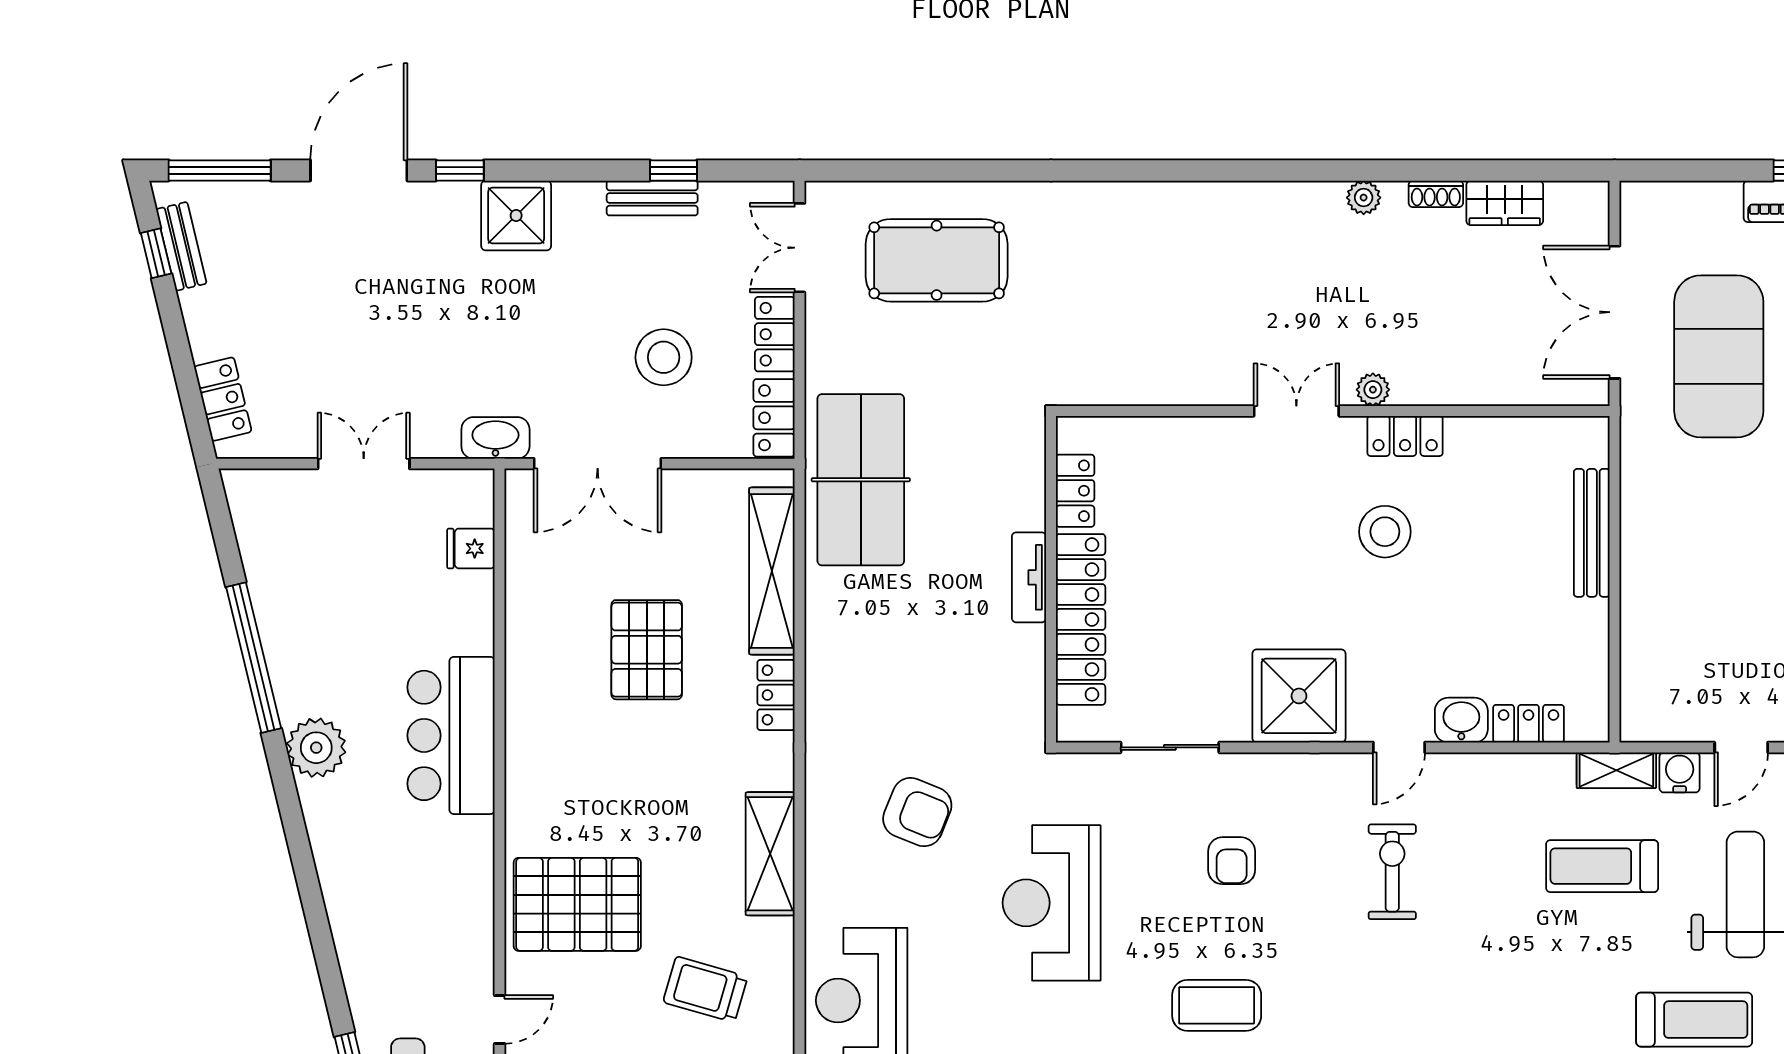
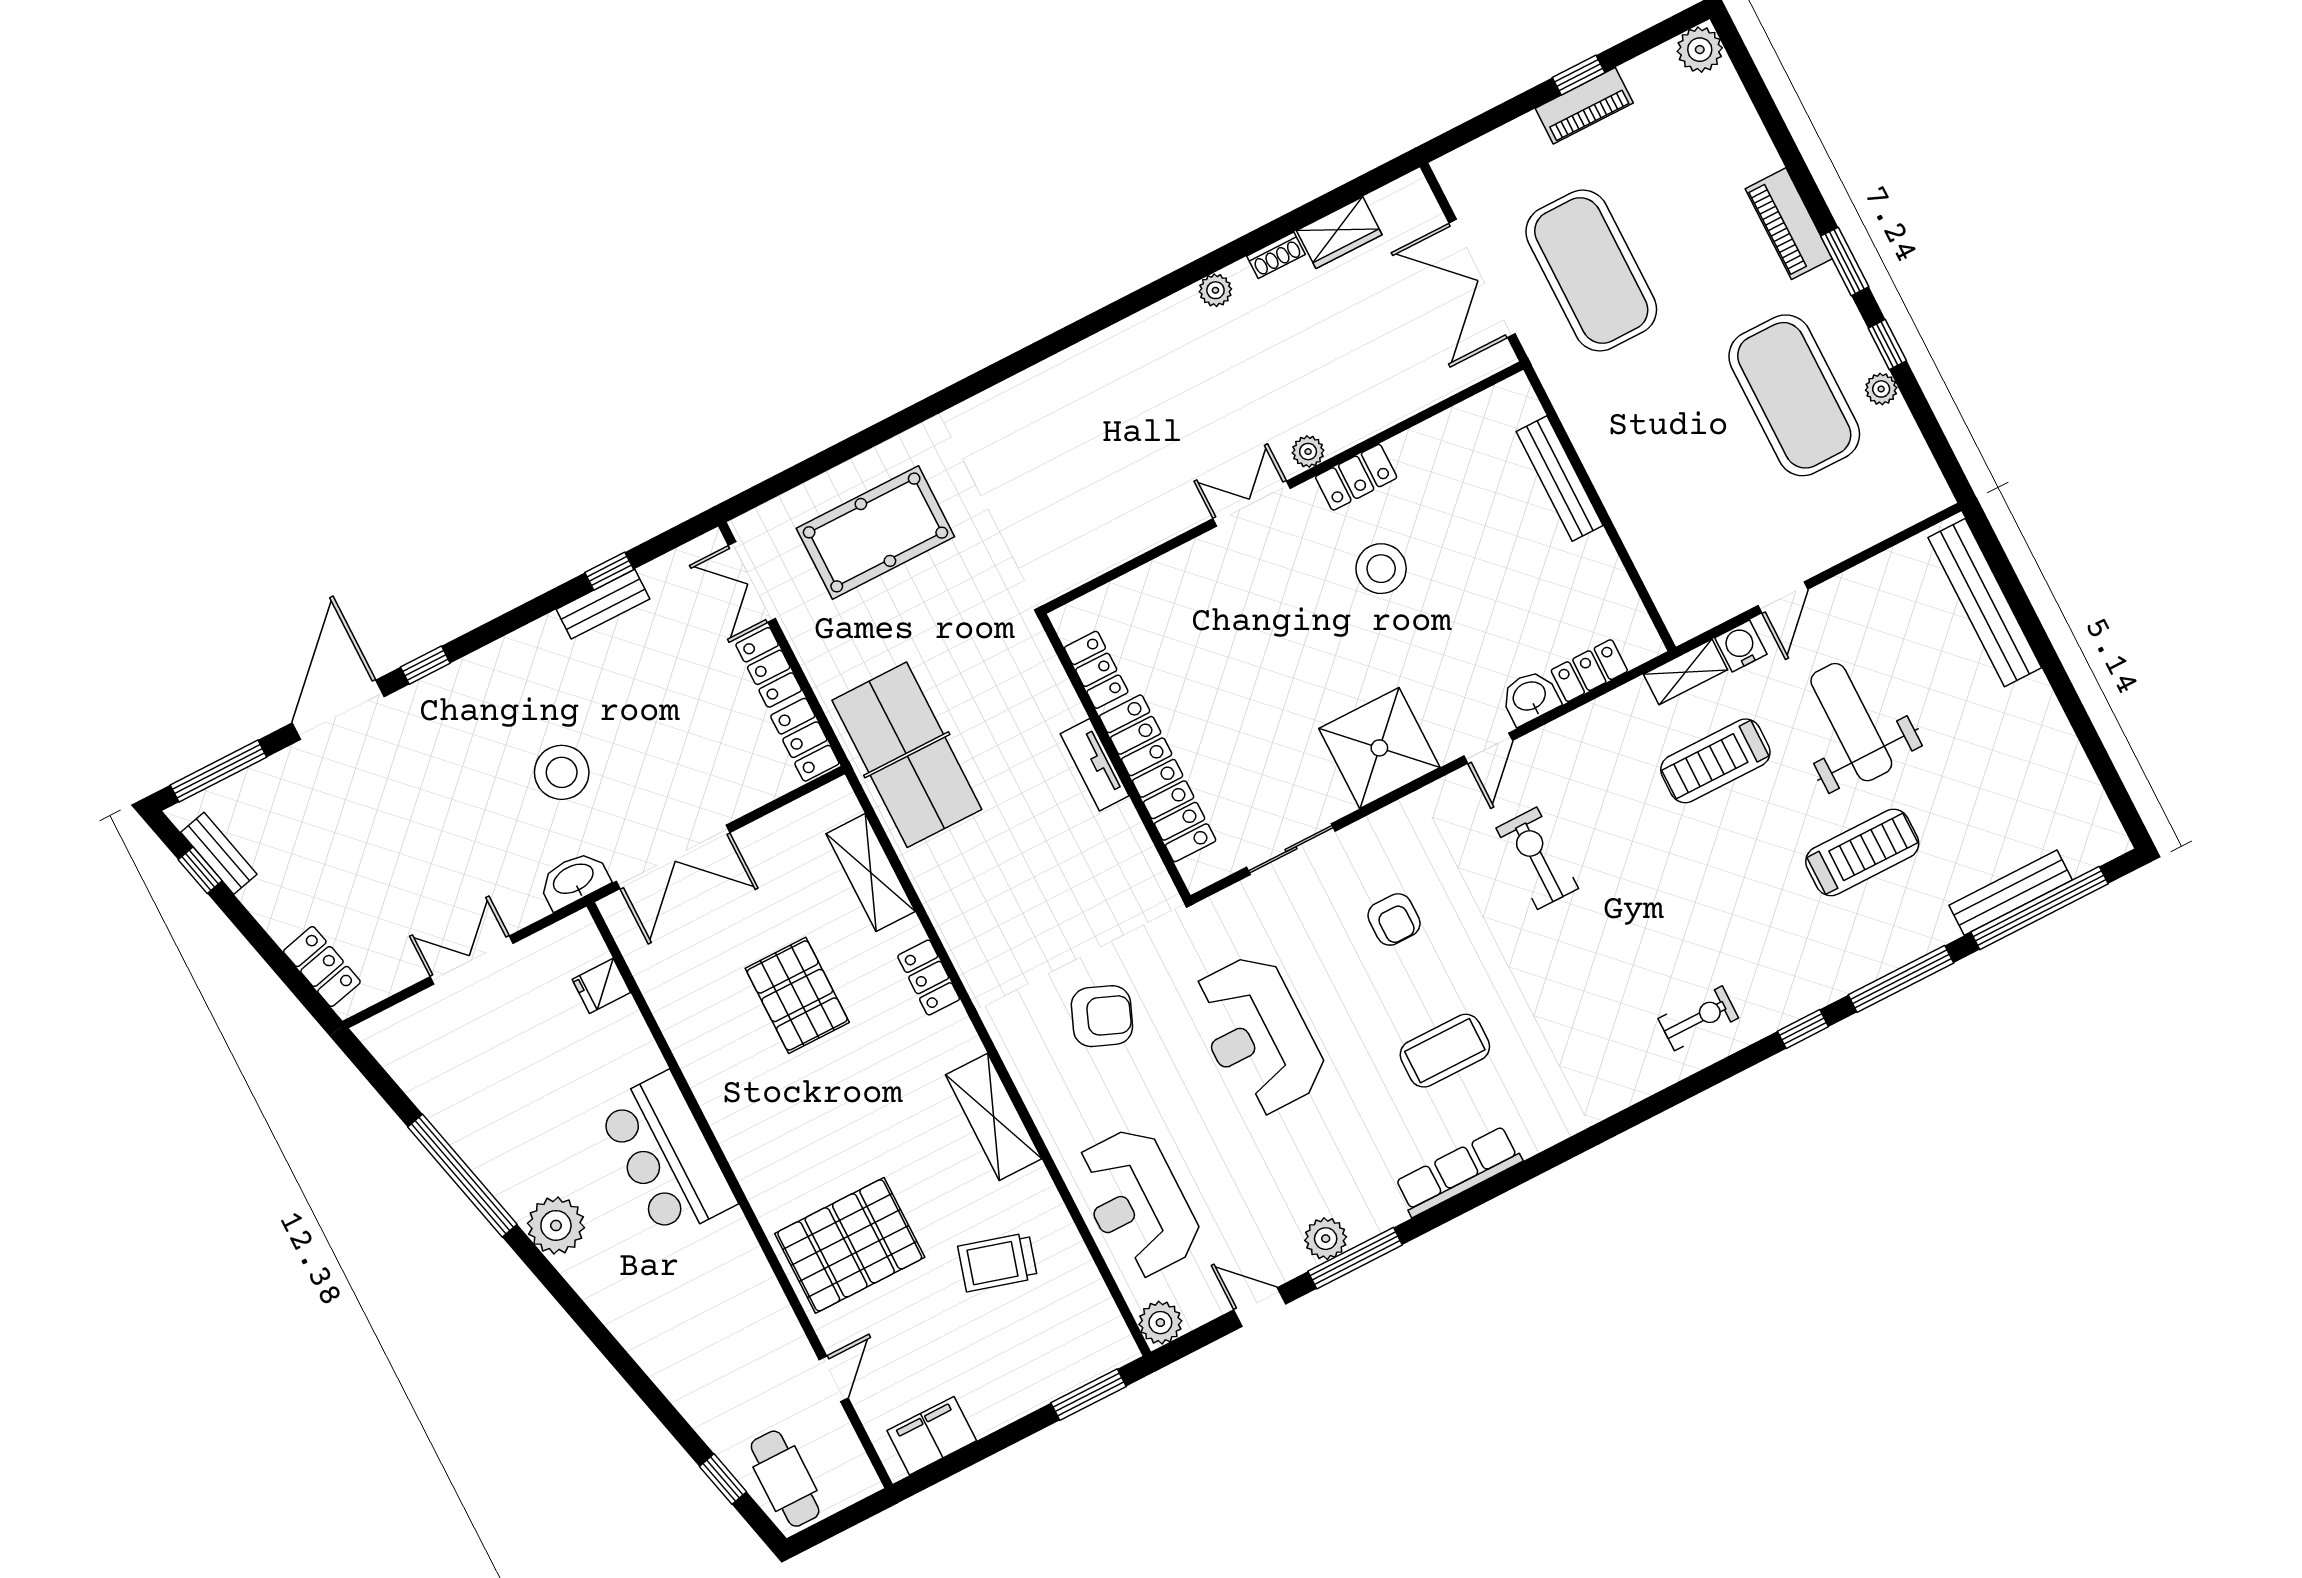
shower: (516, 216) -> (494, 679), removed
stool: (664, 357) -> (562, 772), moved
shelving: (772, 571) -> (871, 873), width x0.68

